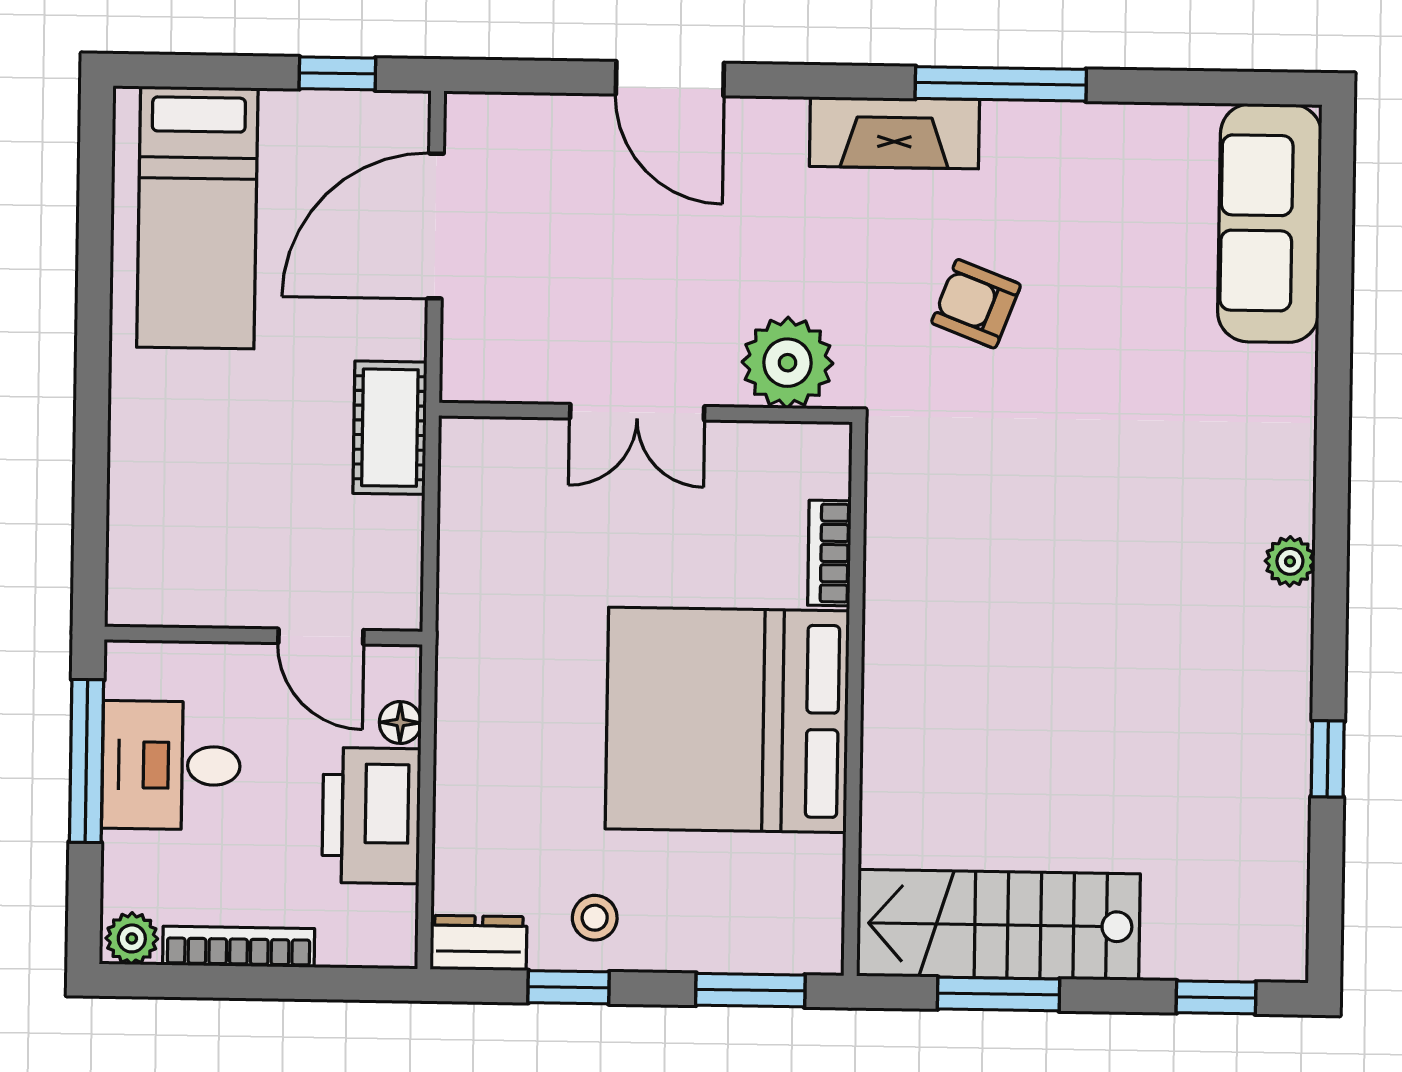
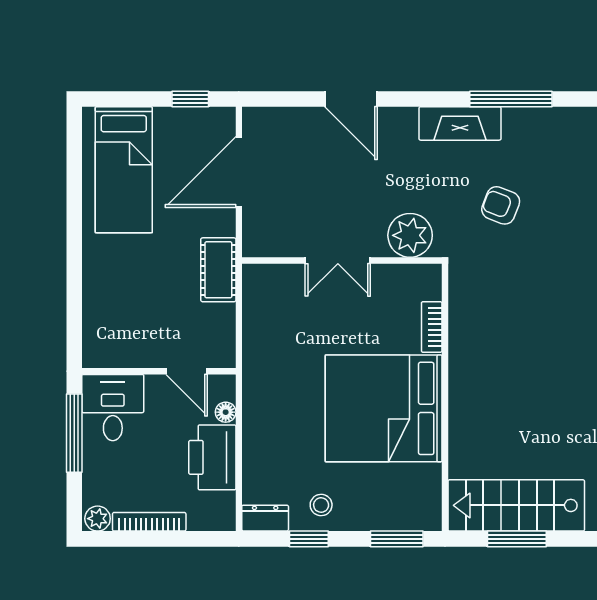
desk: (171, 765) -> (113, 408), moved, turned 90

